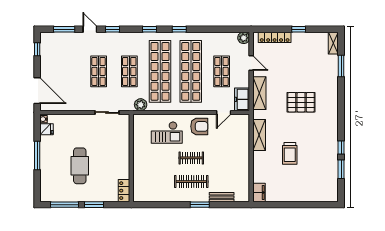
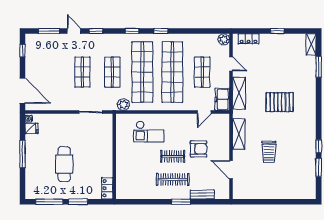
locker: (275, 37) -> (249, 39), width x0.66
armchair: (199, 126) -> (198, 149), moved
door: (251, 171) -> (231, 170), added
filing cabinet: (259, 192) -> (239, 190), removed

